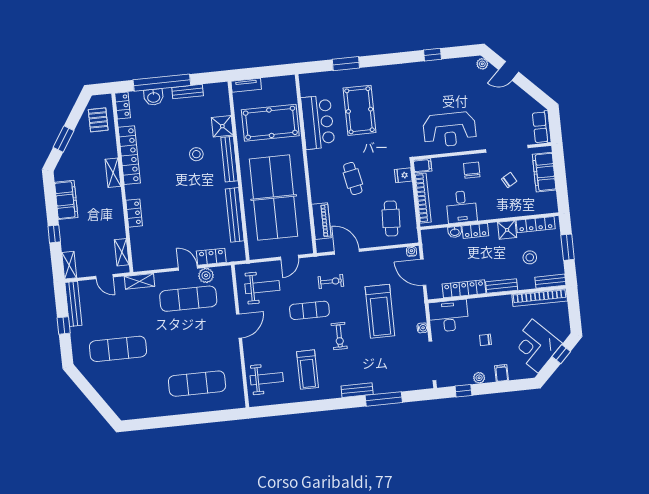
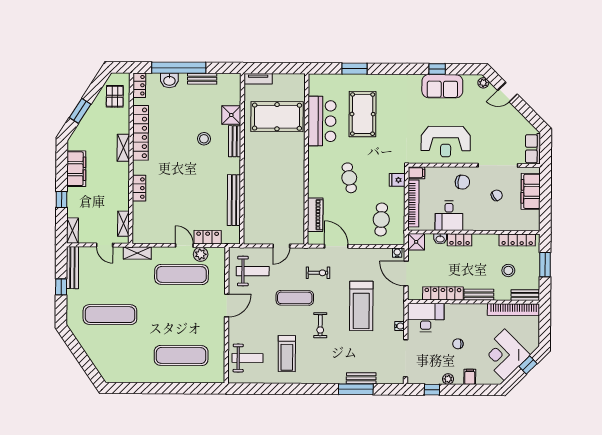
sofa: (440, 72) -> (442, 86), added
bench: (229, 159) -> (235, 141), width x0.73
chair: (472, 170) -> (462, 182), turned 97
table tennis table: (274, 198) -> (272, 188), removed
shower: (507, 230) -> (416, 242), moved
bench: (357, 390) -> (361, 378), moved

